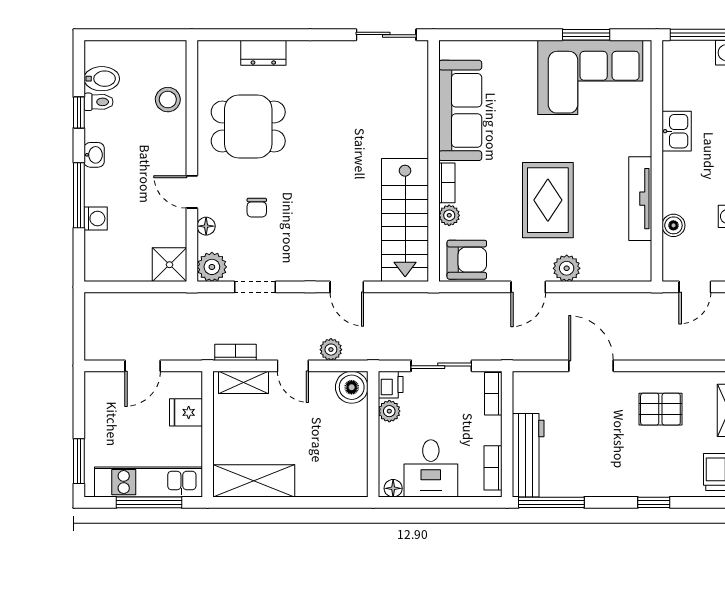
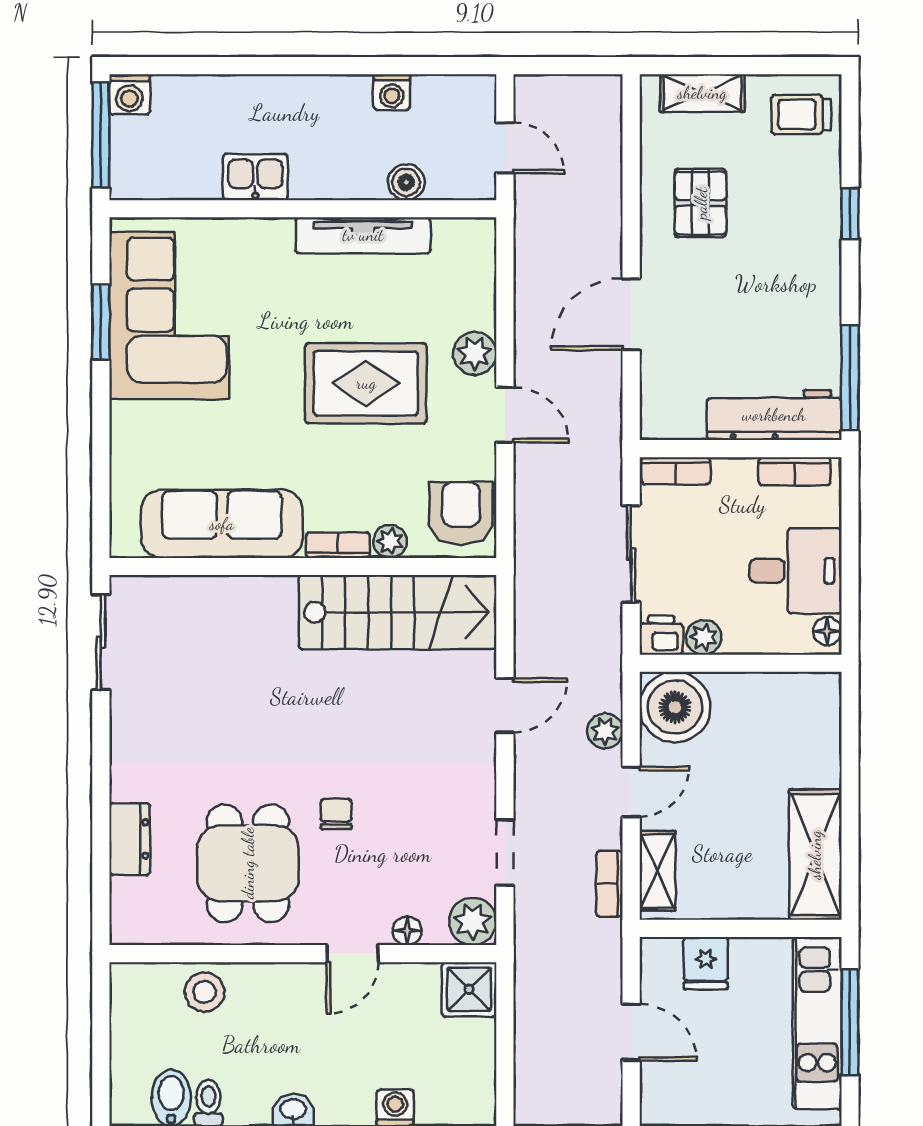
chair: (257, 208) -> (336, 814), moved, turned -90
boiler: (352, 387) -> (675, 707), width x1.37, depth x1.37

